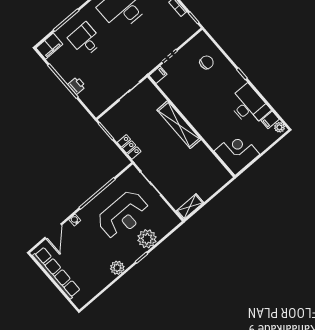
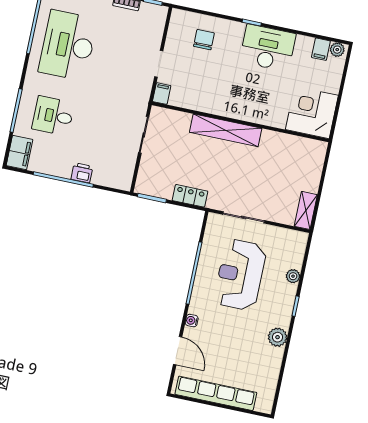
desk: (249, 106) -> (268, 48), moved
reception desk: (123, 215) -> (240, 275), turned 180
plant: (147, 239) -> (293, 276), width x0.53, depth x0.53

